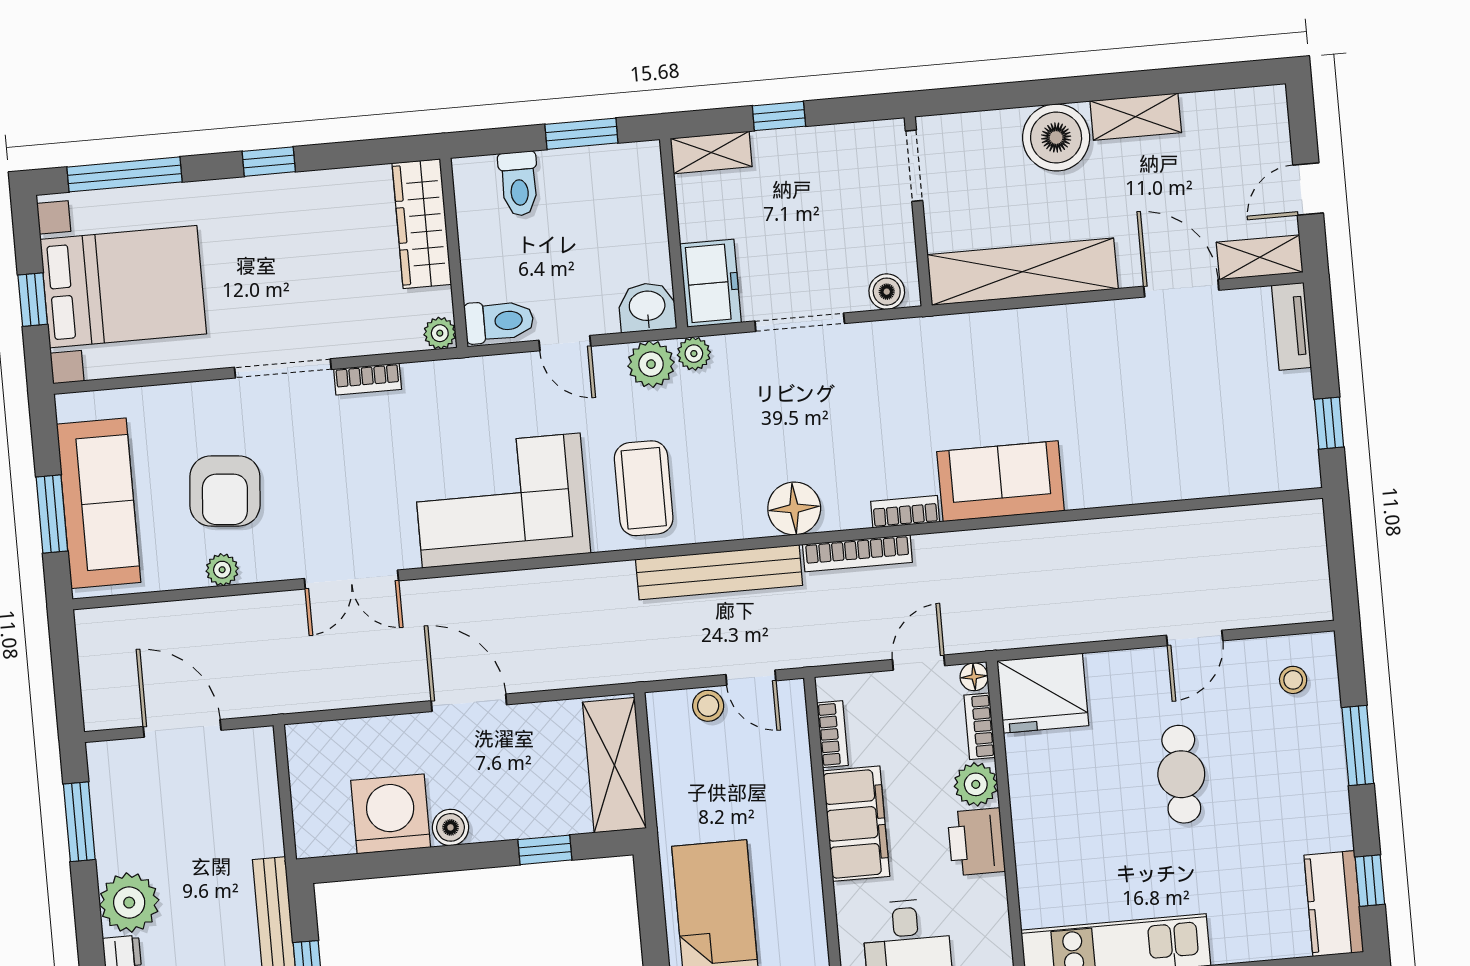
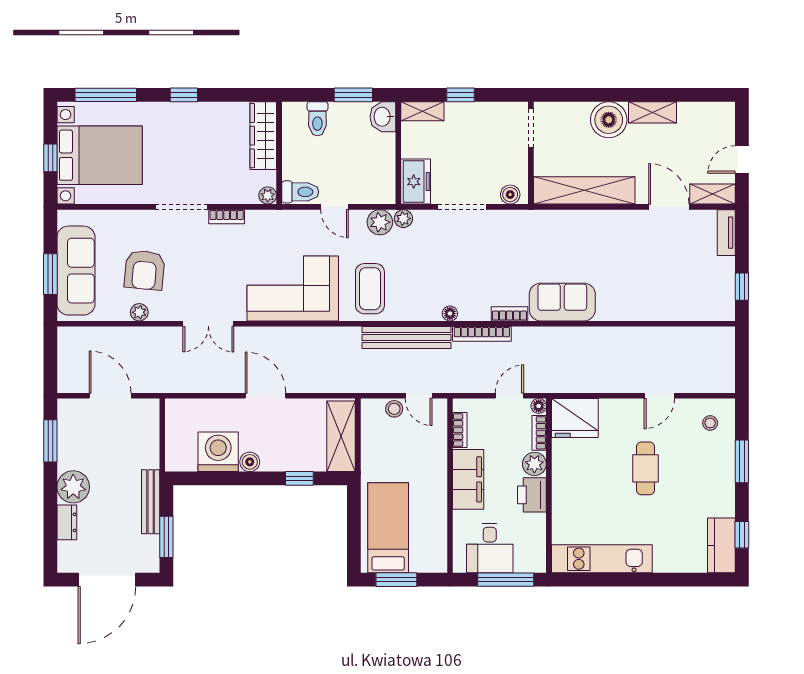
washbasin: (647, 307) -> (383, 117), moved, turned -90
floor lamp: (794, 508) -> (450, 313), width x0.53, depth x0.53

